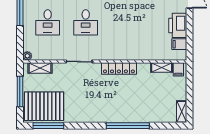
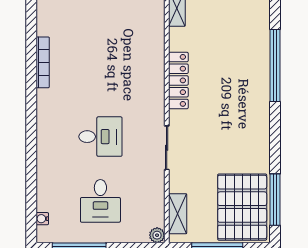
desk: (48, 22) -> (100, 201), turned 90

